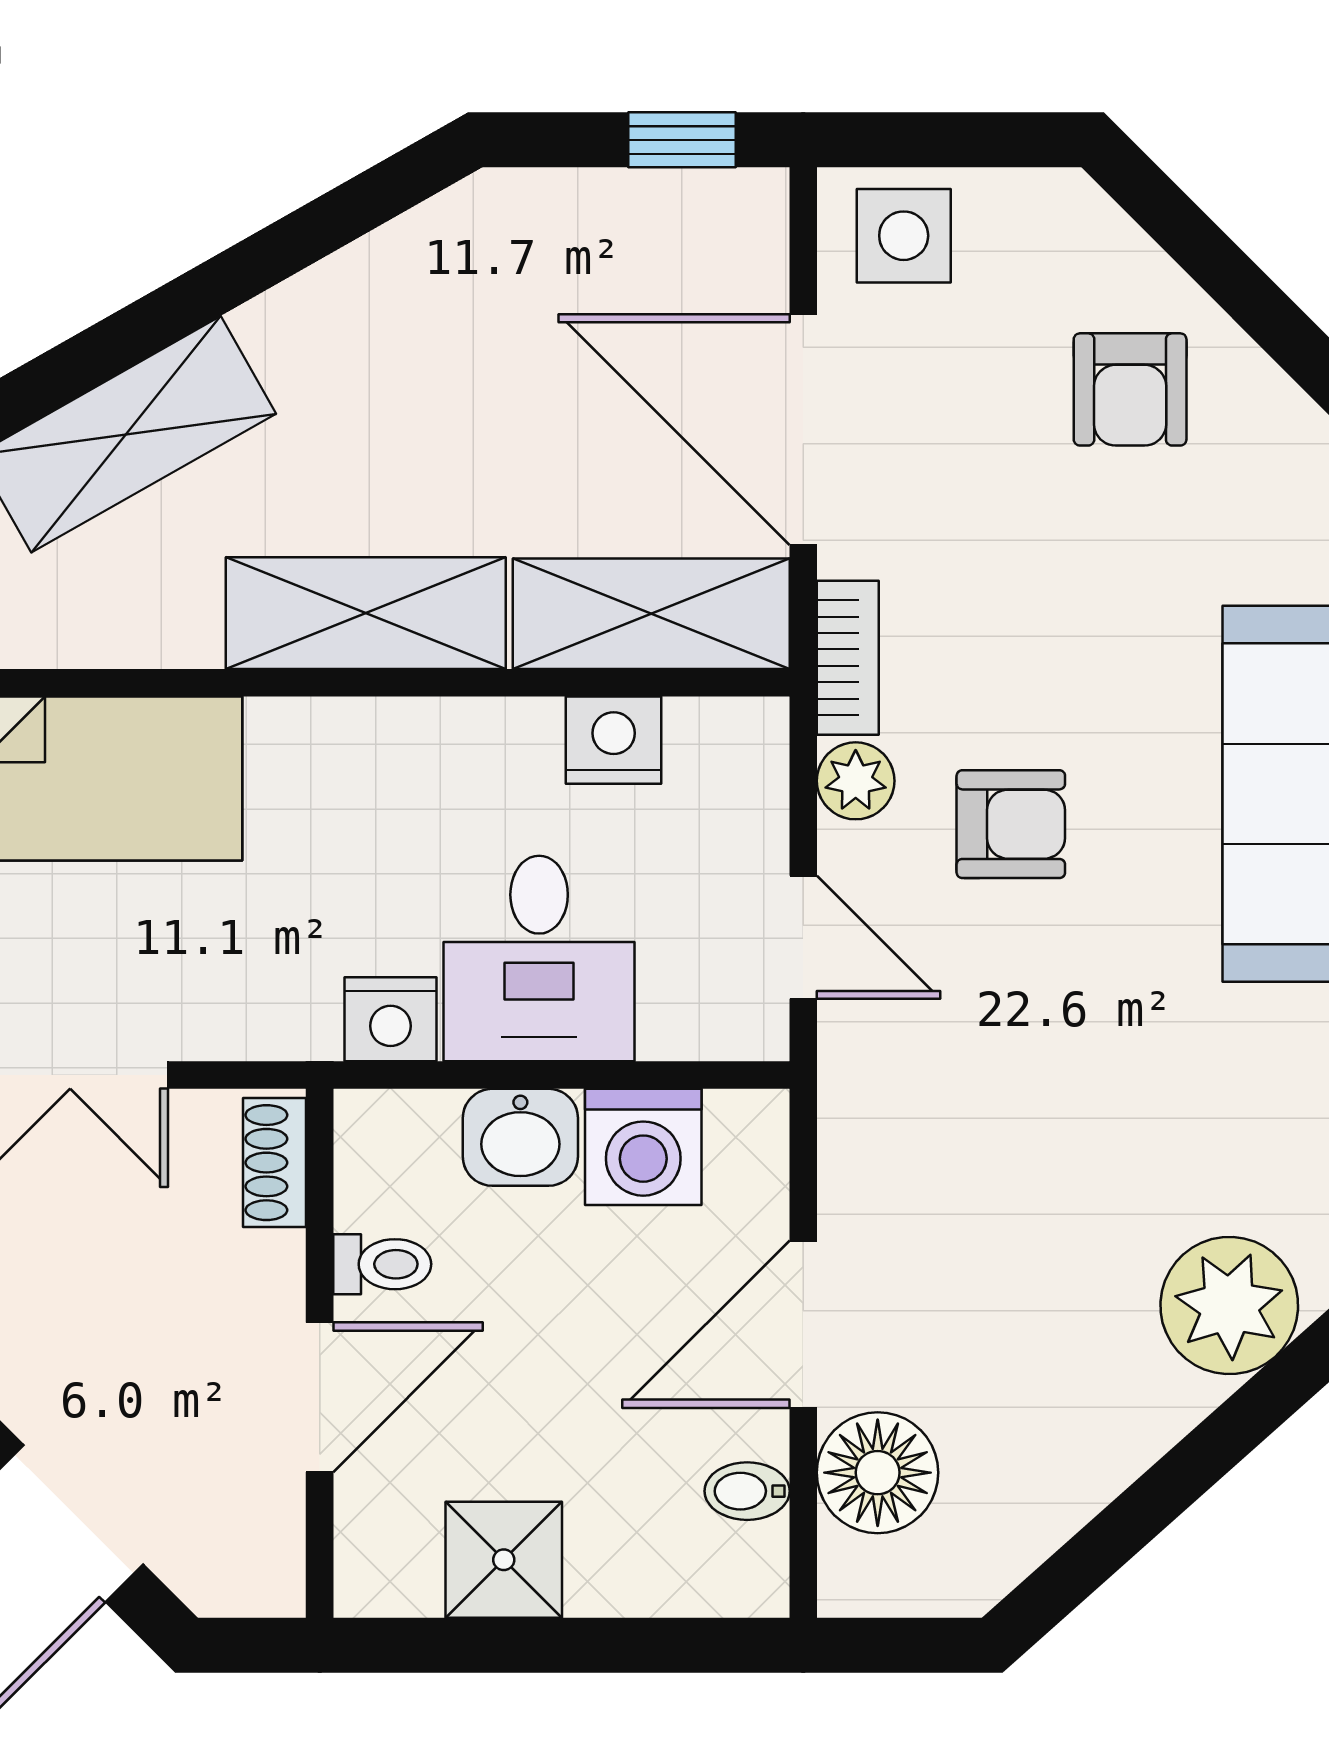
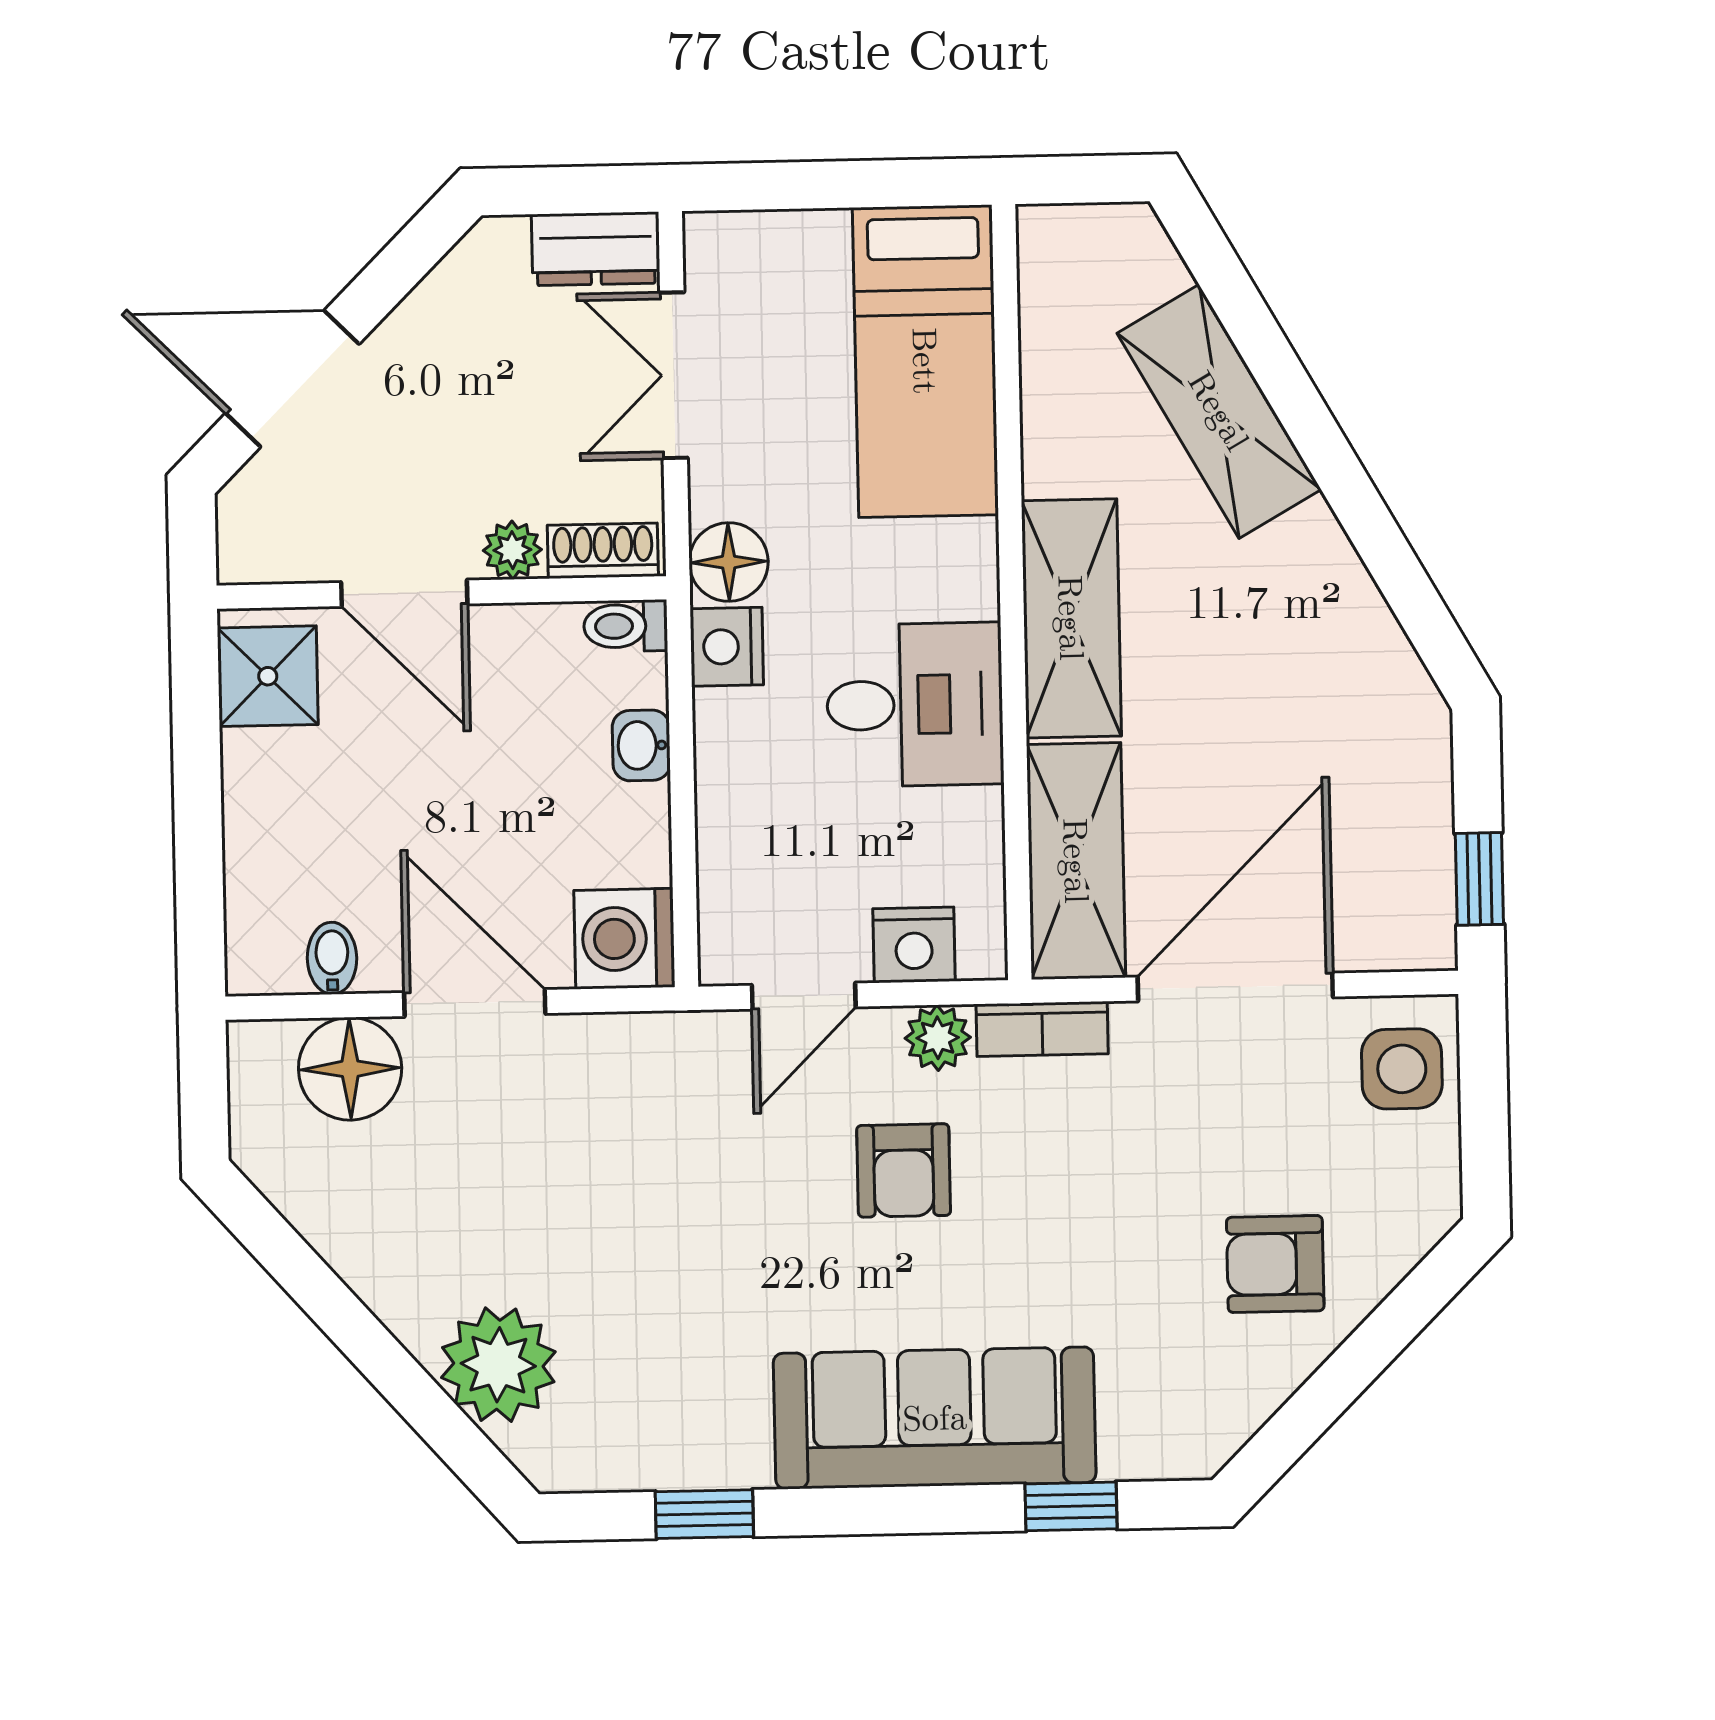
nightstand: (614, 740) -> (914, 945), moved, turned 90
desk: (539, 958) -> (915, 705), moved, turned 180
floor lamp: (291, 1015) -> (729, 562), added
washbasin: (520, 1137) -> (641, 745), width x0.72, depth x0.69
washing machine: (643, 1147) -> (624, 939), moved
toilet: (382, 1264) -> (626, 626), moved, turned 90
plant: (272, 1269) -> (512, 550), added
shower: (504, 1560) -> (268, 676), moved

